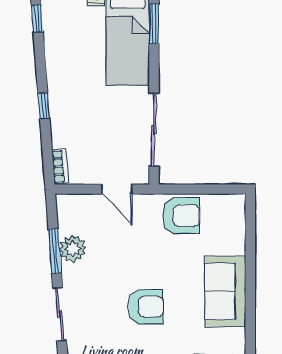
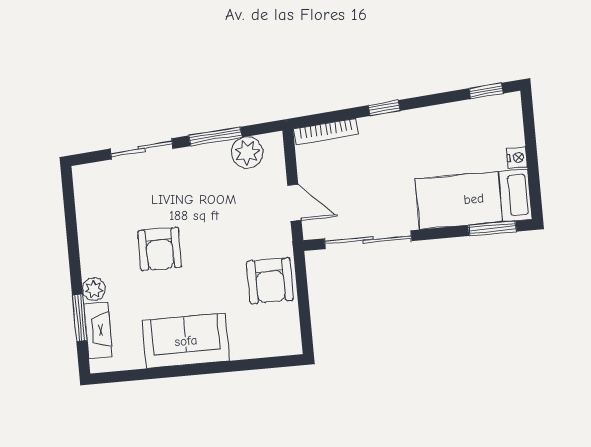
bookcase: (60, 167) -> (326, 132), width x1.56
door: (117, 189) -> (294, 203), swing flipped
plant: (73, 249) -> (247, 153), moved

